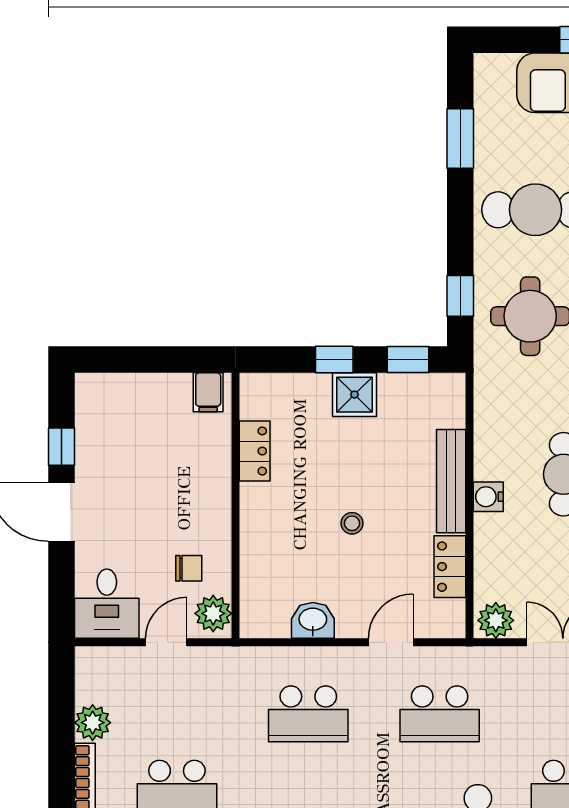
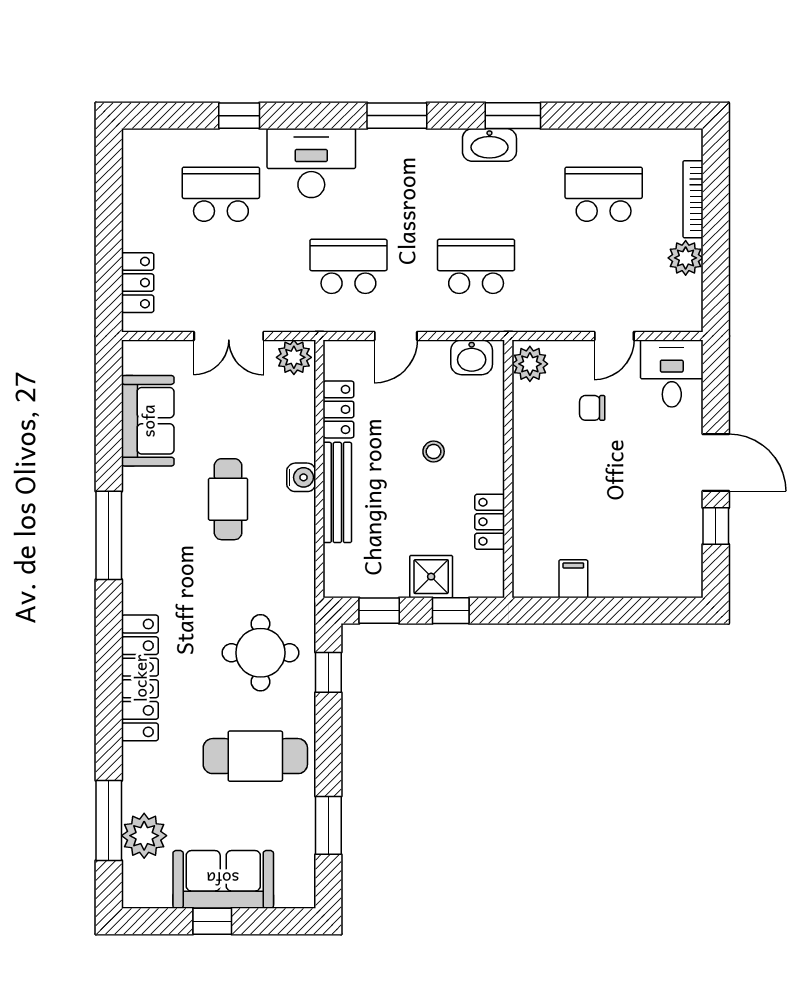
locker: (255, 451) -> (490, 522), moved
wall: (236, 505) -> (508, 469), moved
plant: (213, 613) -> (530, 364), moved

